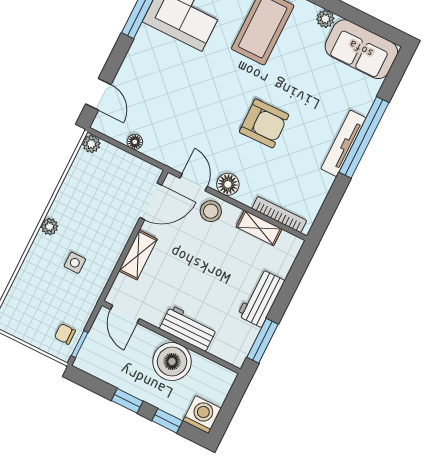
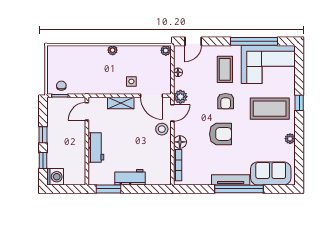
sofa: (361, 49) -> (271, 173), moved, turned 90
coffee table: (167, 67) -> (225, 69), added
armchair: (217, 90) -> (226, 101), added
armchair: (264, 123) -> (221, 134), turned -89
plant: (175, 157) -> (180, 97), added
floor lamp: (228, 184) -> (180, 142), moved
shelving: (259, 228) -> (166, 158), removed
side table: (75, 263) -> (131, 81), moved
boiler: (172, 362) -> (75, 148), removed

